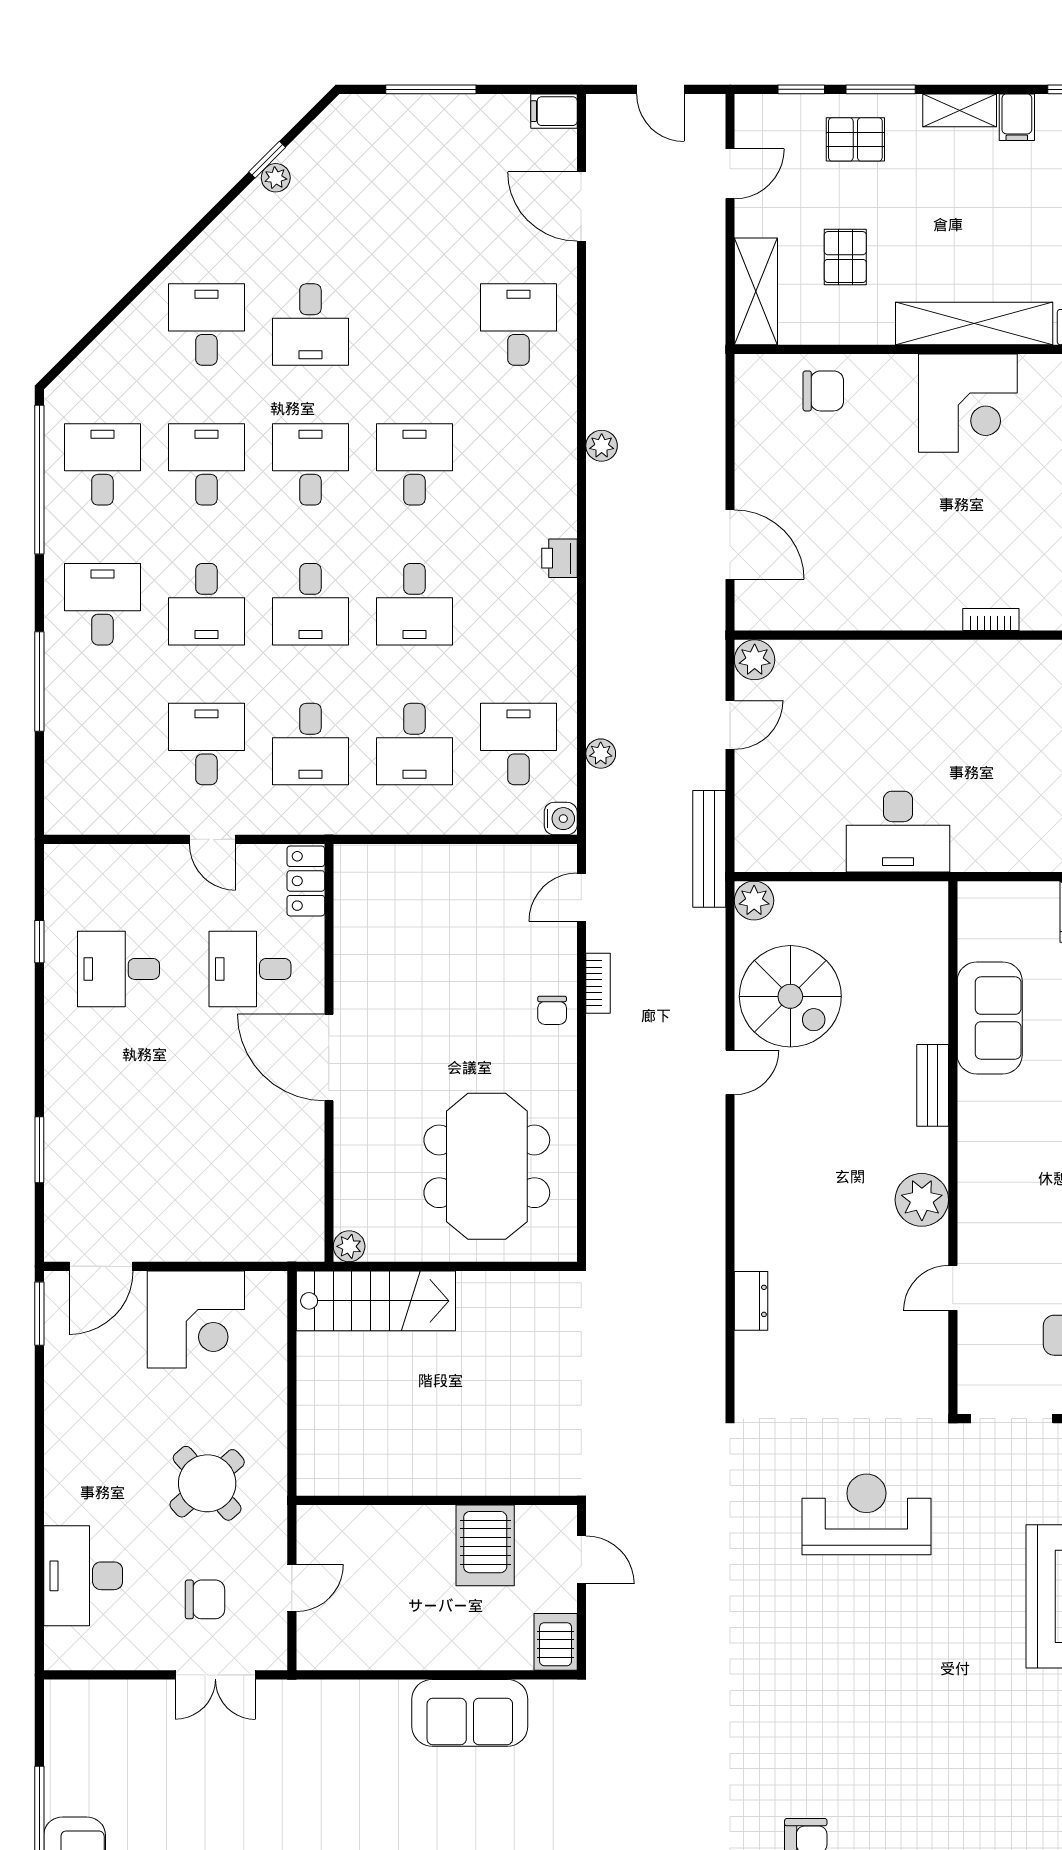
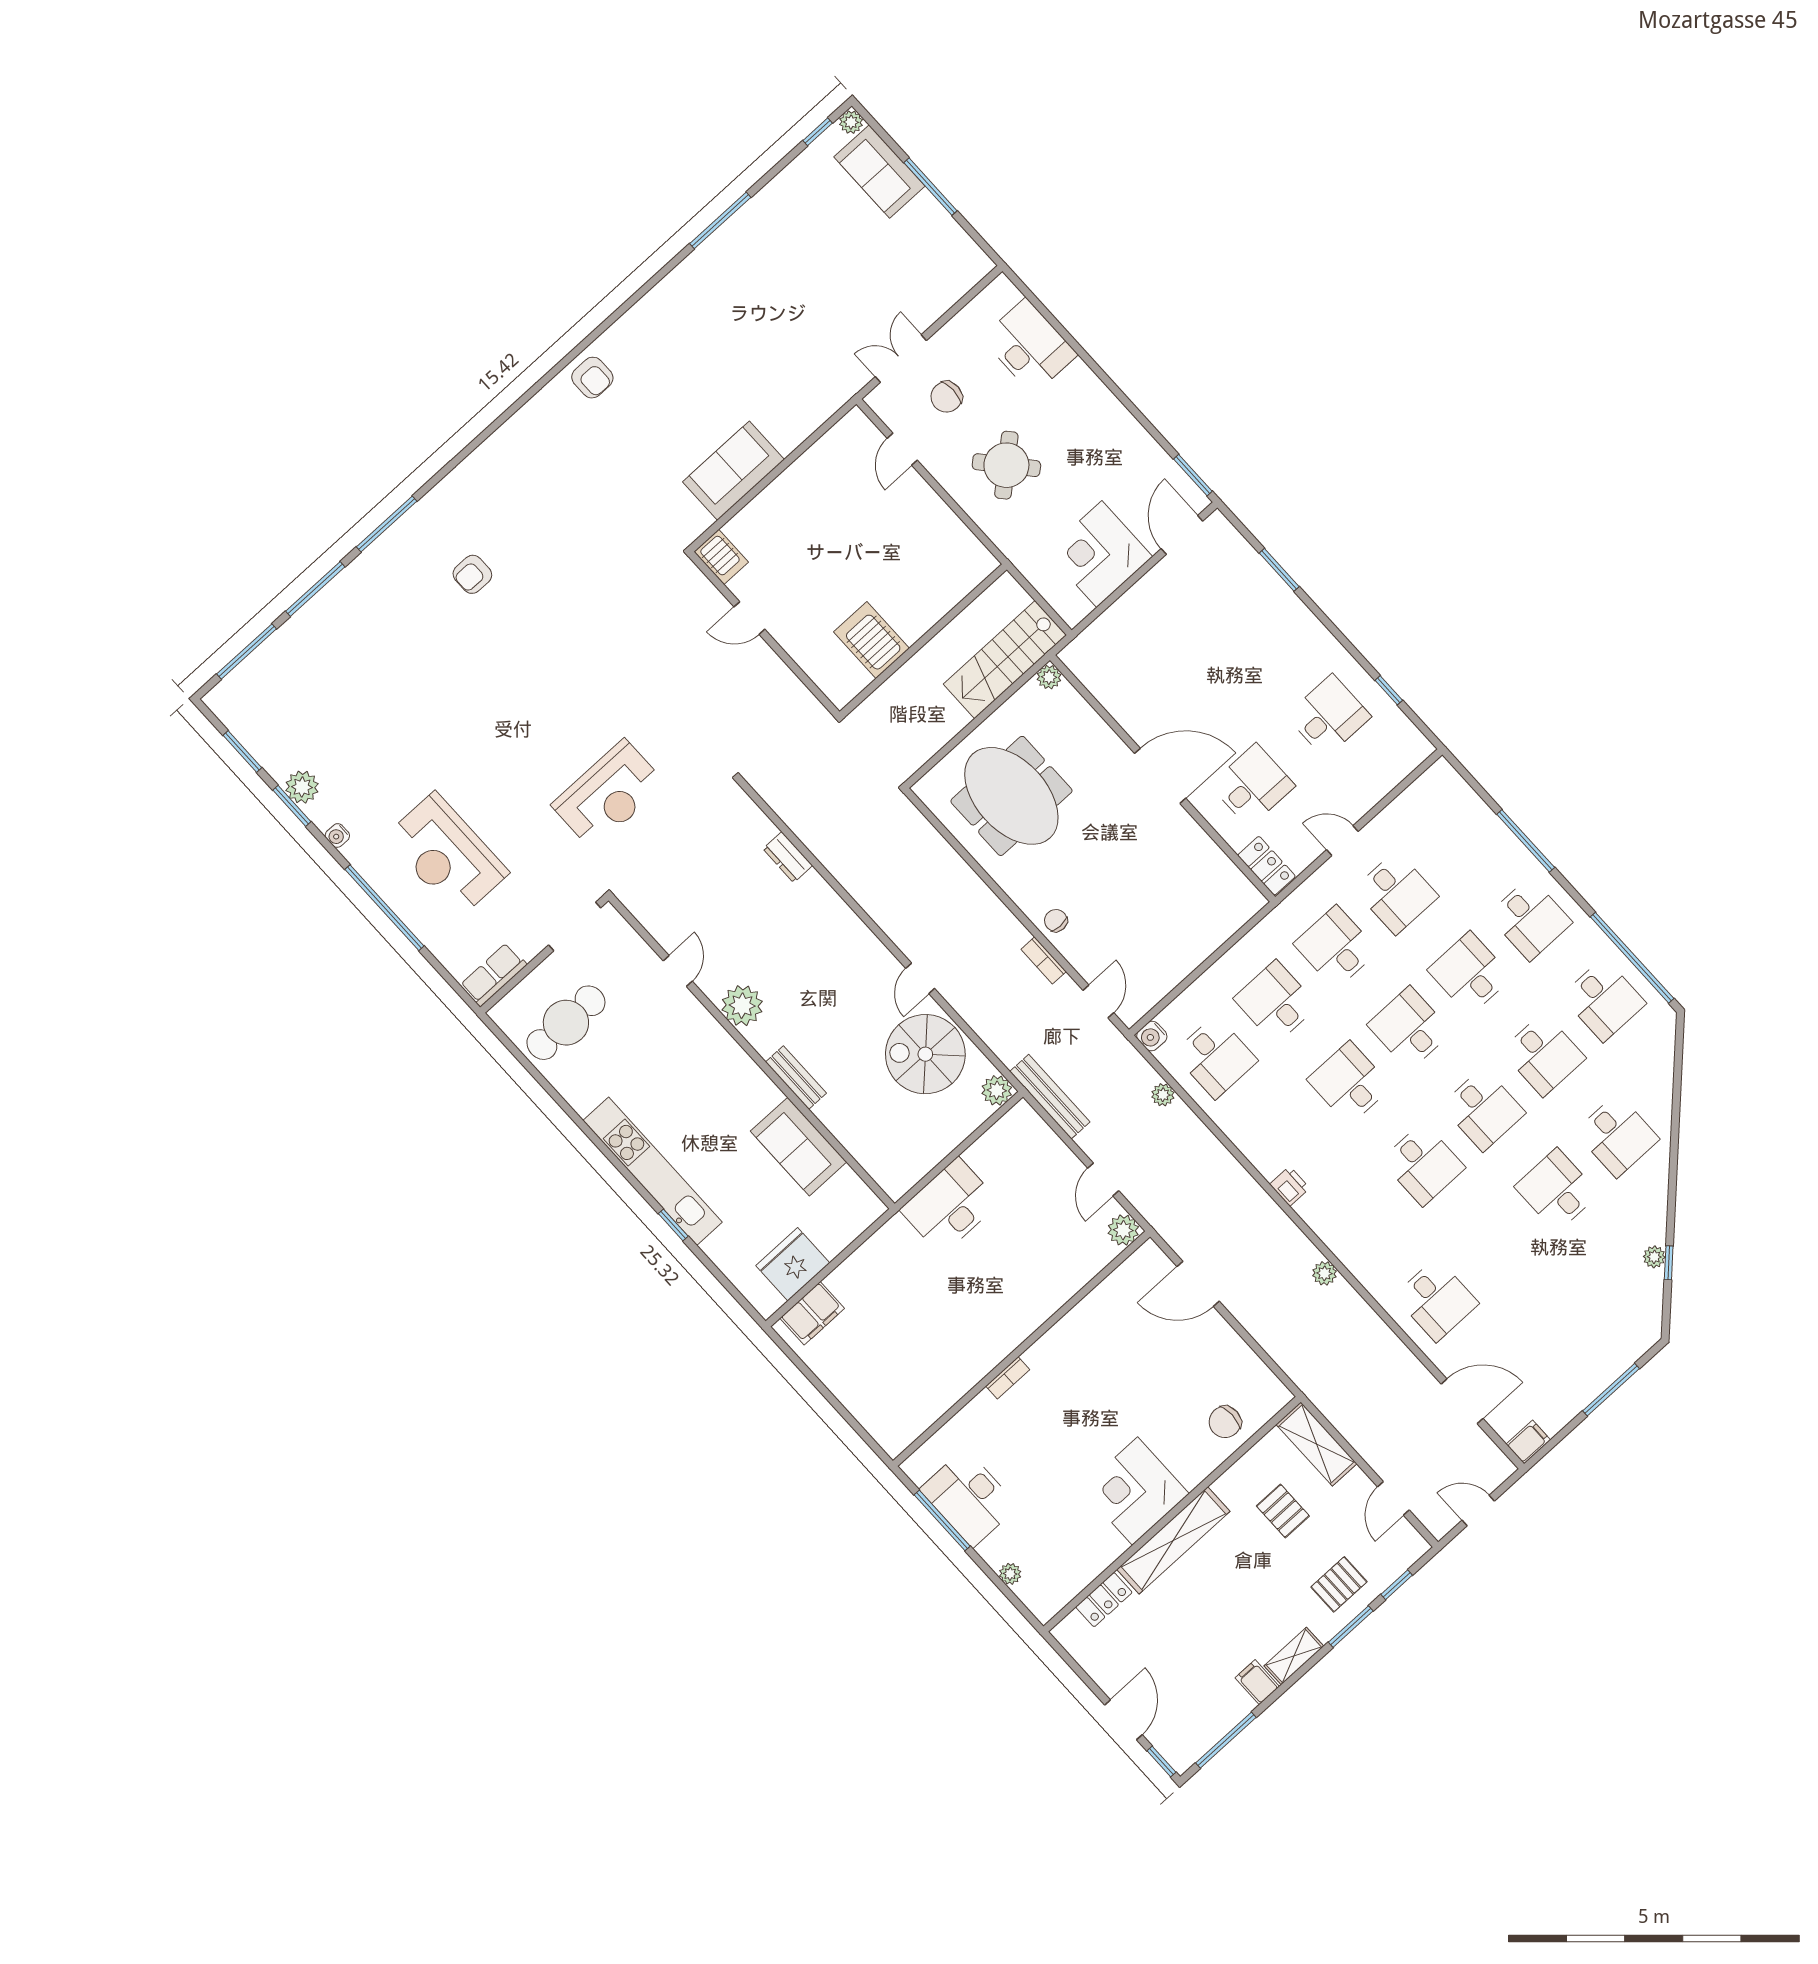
wall: (437, 1500) -> (923, 641), moved
server rack: (485, 1545) -> (871, 640), moved

